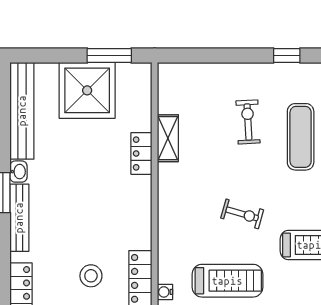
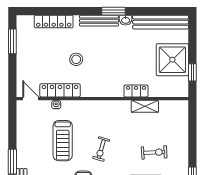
window: (109, 56) -> (192, 72), width x0.67
stool: (91, 276) -> (76, 59), moved

